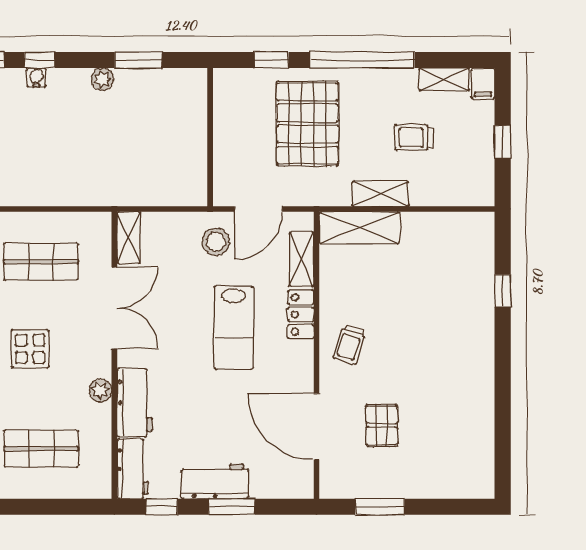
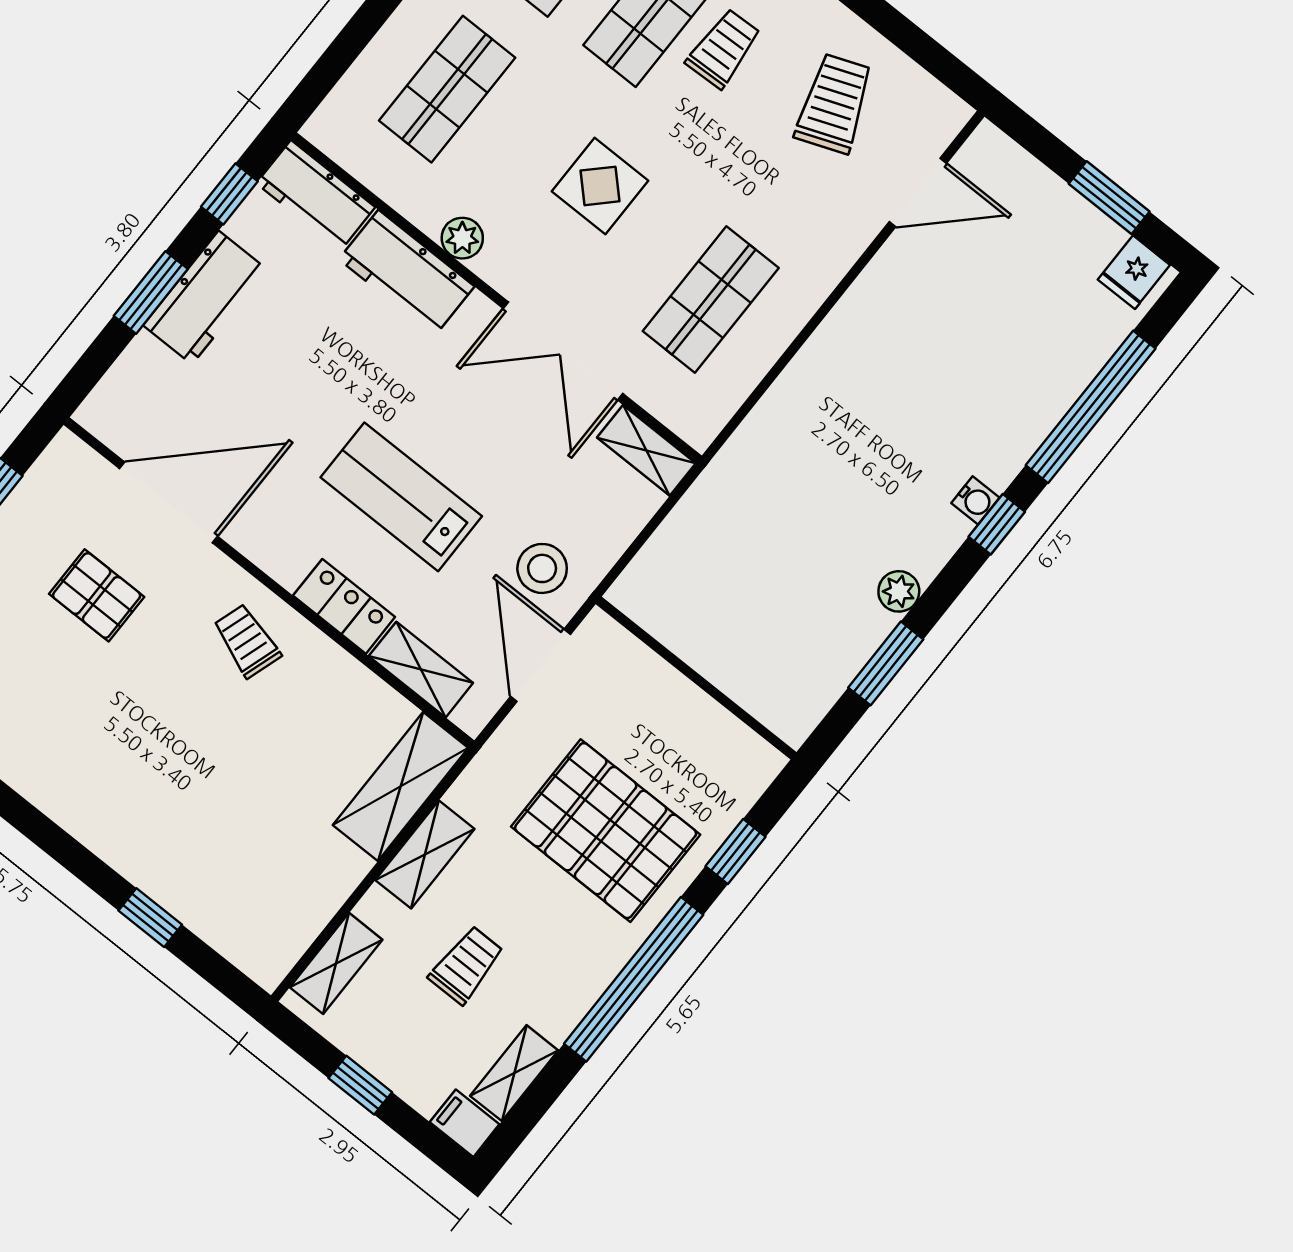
shelving: (458, 194) -> (336, 963), added

